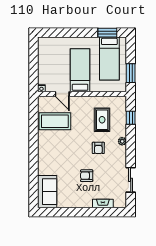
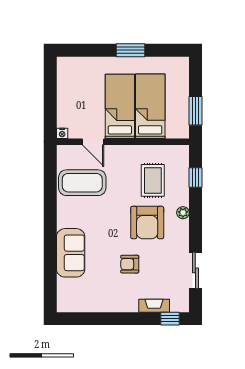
window: (107, 33) -> (131, 50), moved
bed: (109, 59) -> (150, 106), moved, turned 180
armchair: (98, 148) -> (147, 223), width x1.88, depth x1.88
sofa: (47, 192) -> (71, 253), moved
window: (114, 212) -> (170, 319), added

